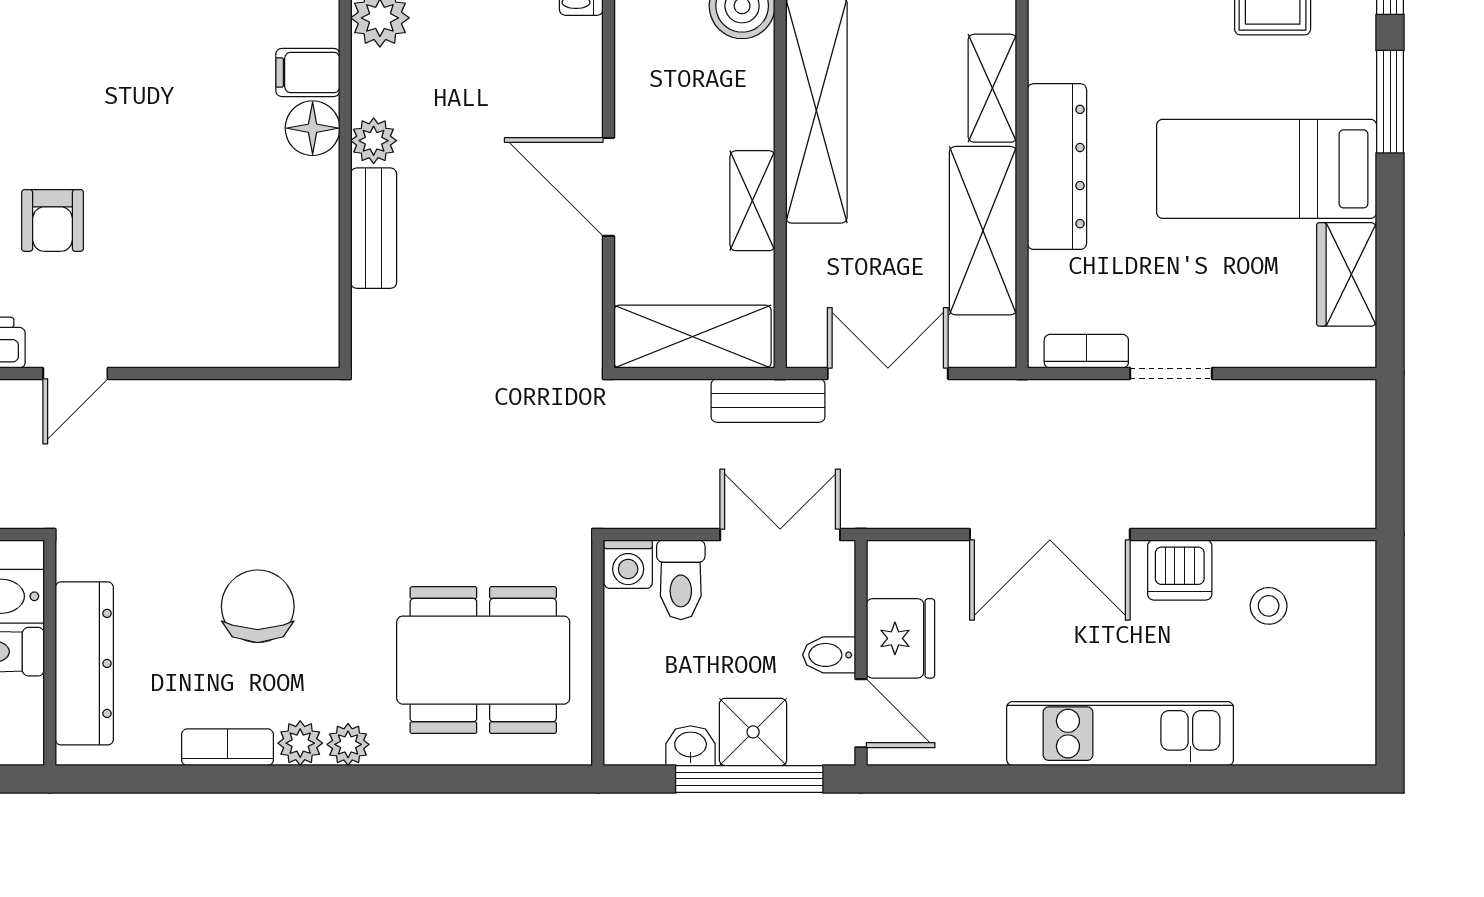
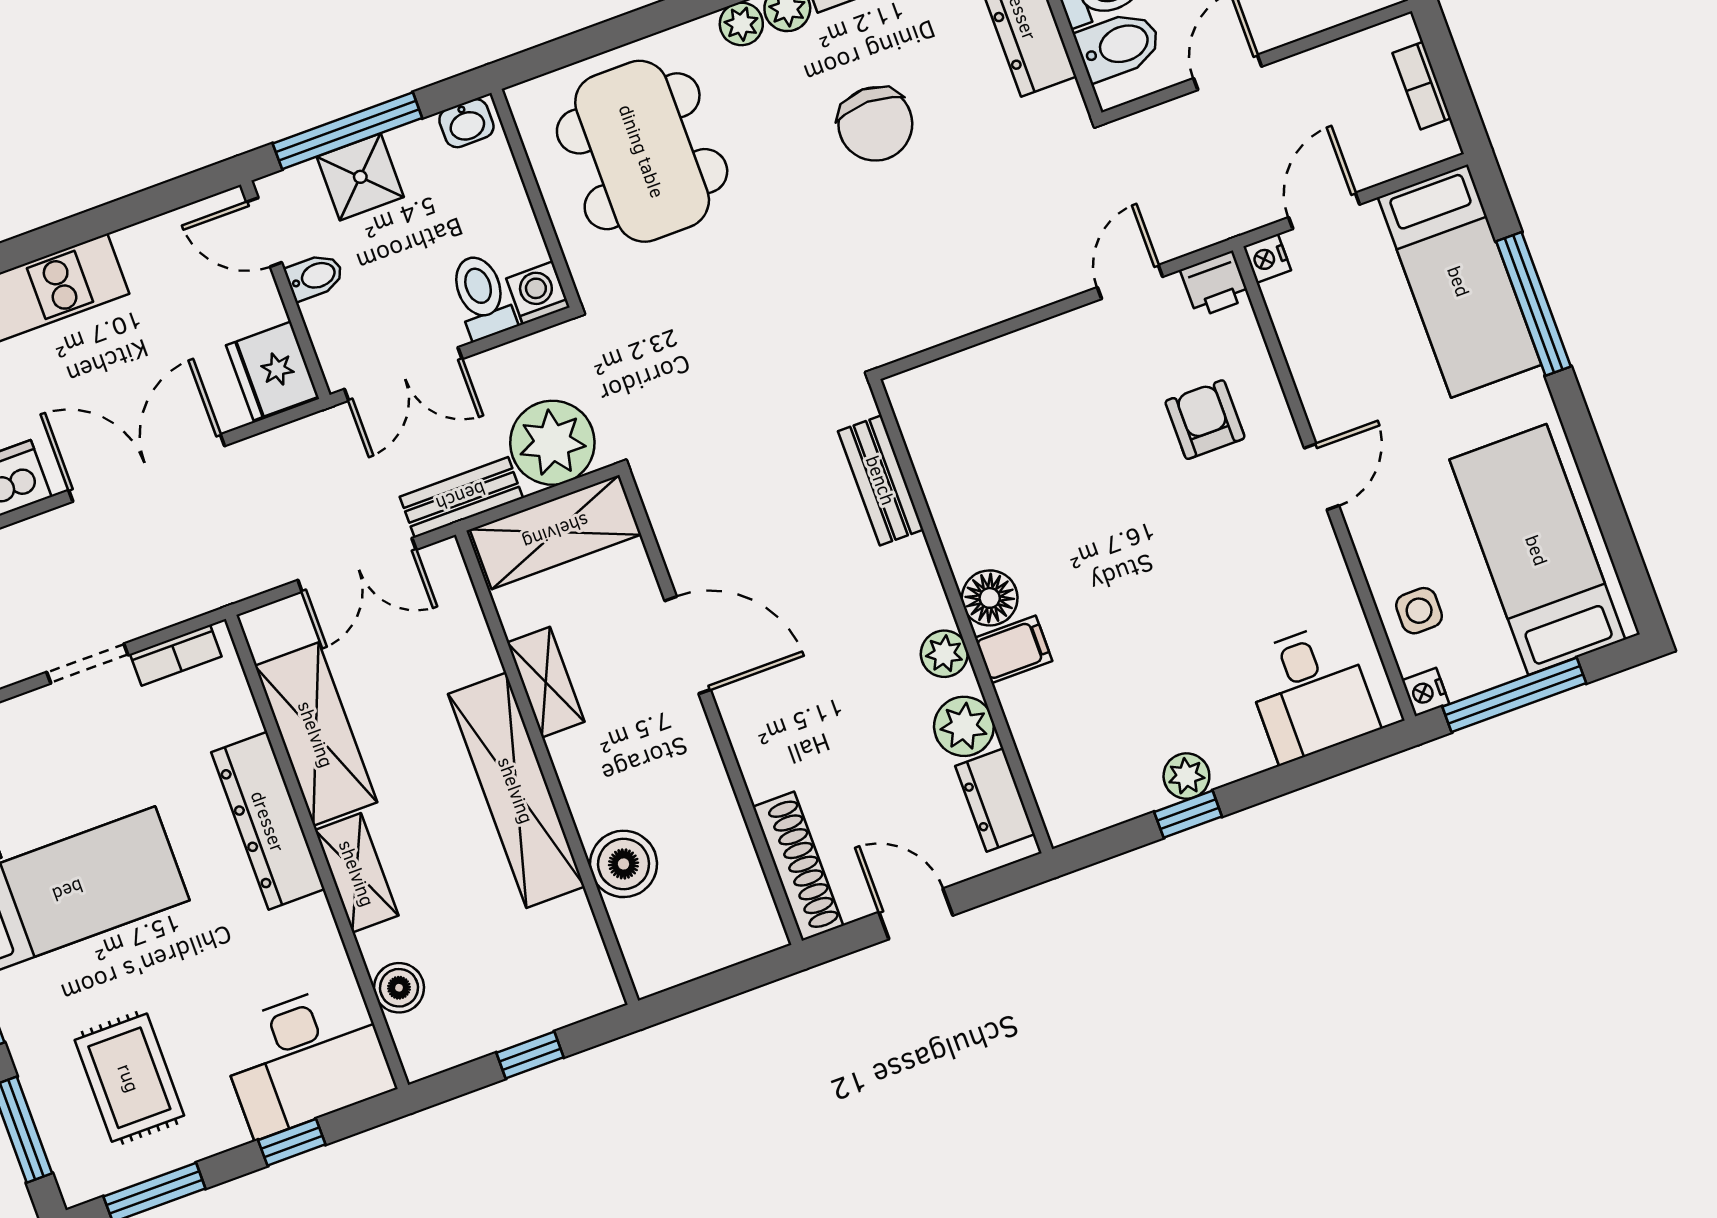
plant: (374, 141) -> (944, 654), moved
bench: (374, 228) -> (881, 480), moved
plant: (665, 420) -> (552, 443), added
fridge: (900, 638) -> (272, 371), moved
dining table: (483, 660) -> (642, 151), turned 90
washbasin: (691, 746) -> (466, 123), moved

